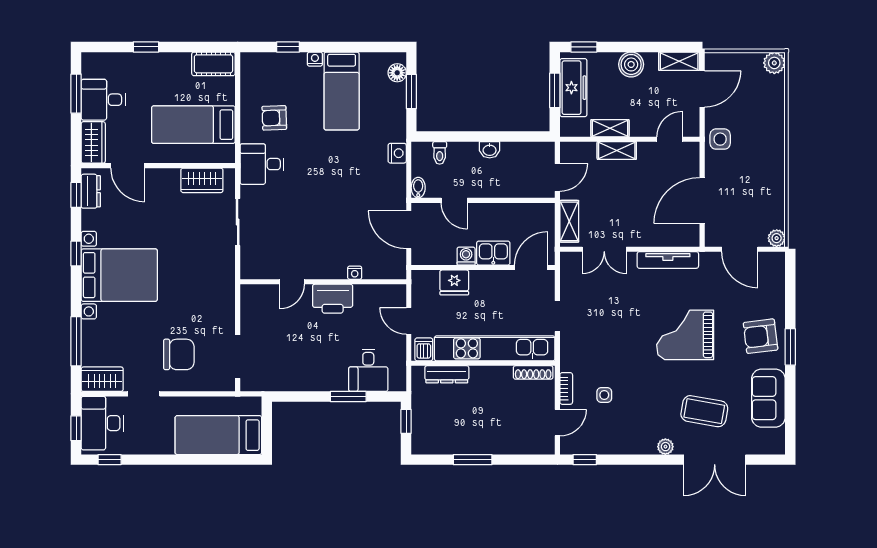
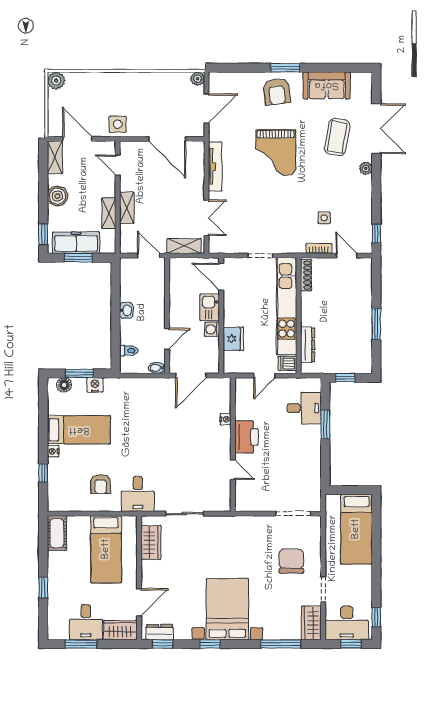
nightstand: (397, 153) -> (95, 385), moved

